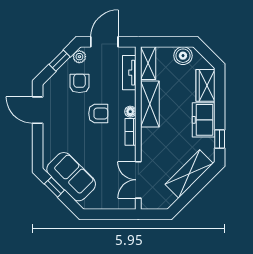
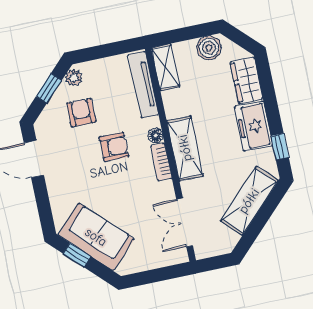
door: (104, 42) -> (102, 51), removed
tv unit: (129, 73) -> (143, 85), width x1.41
shelving: (150, 104) -> (185, 148), moved

